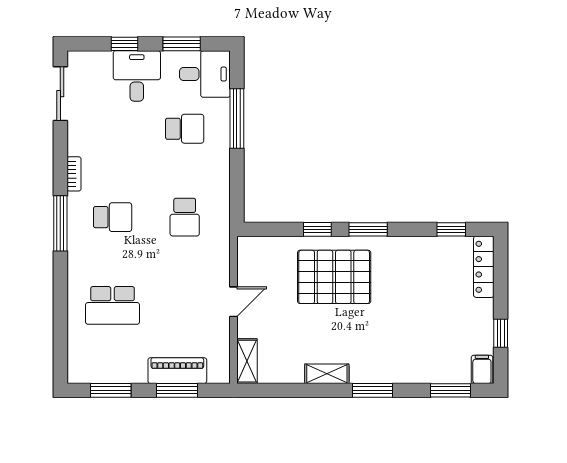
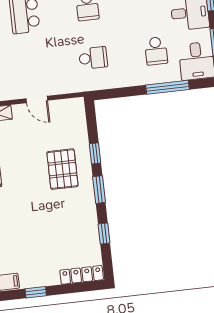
school desk: (185, 217) -> (93, 58), turned 180
window: (451, 229) -> (104, 233), moved
pallet: (334, 277) -> (62, 169), width x0.73, depth x0.71

